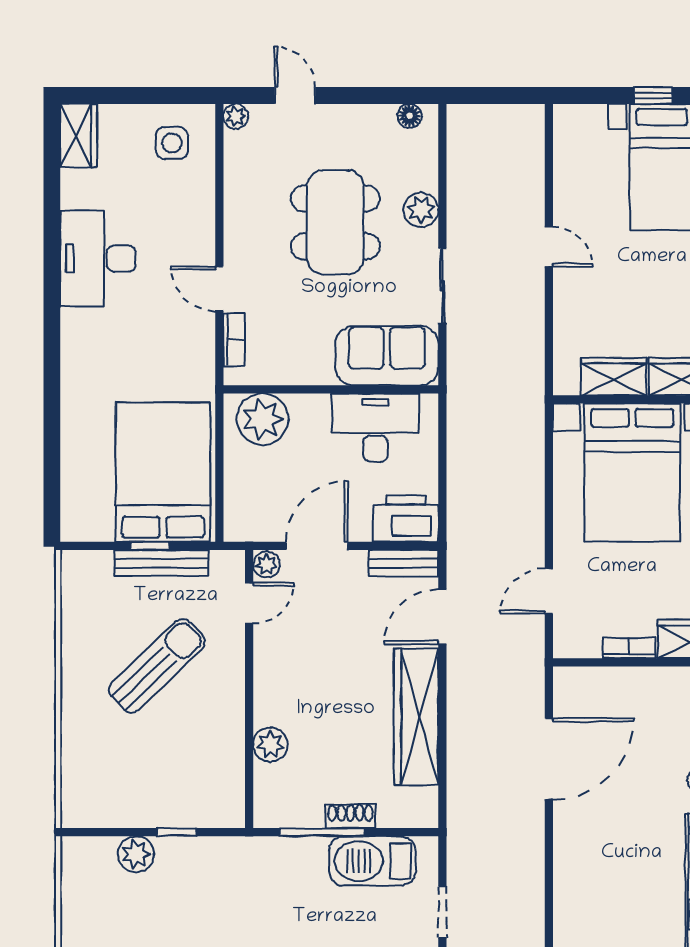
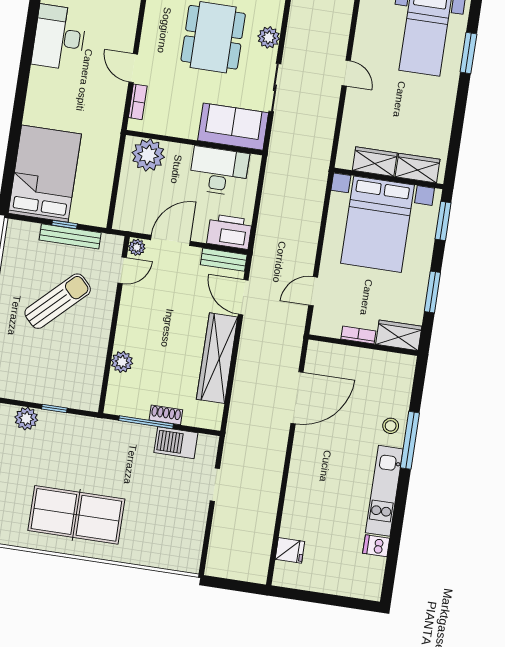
bed: (163, 472) -> (45, 174), moved
door: (442, 617) -> (243, 297), hinge flipped
barbecue: (372, 861) -> (176, 443), width x0.73, depth x0.83

